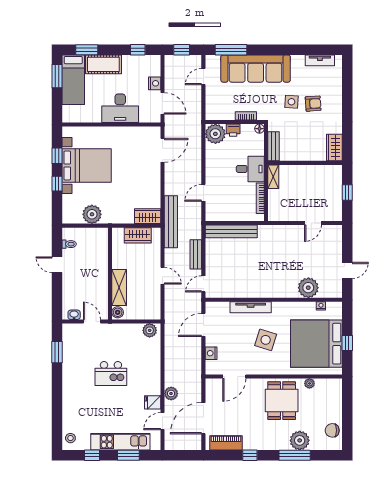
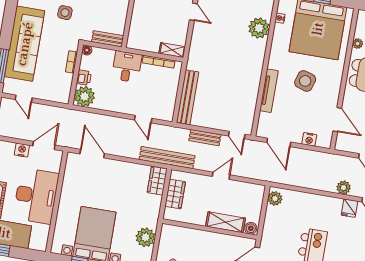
desk: (120, 108) -> (36, 196), width x1.36, depth x1.30
shelving: (273, 177) -> (172, 50), moved

